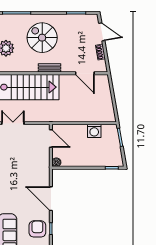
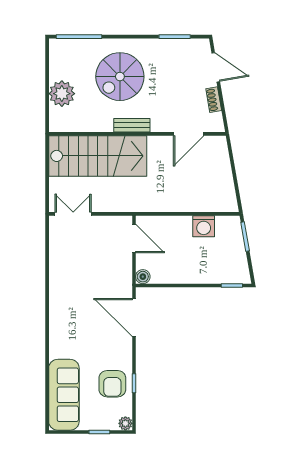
spiral stairs: (42, 38) -> (120, 77), turned -90
door: (85, 73) -> (189, 134), hinge flipped
door: (51, 199) -> (134, 318), moved
armchair: (37, 229) -> (112, 384), turned 180

